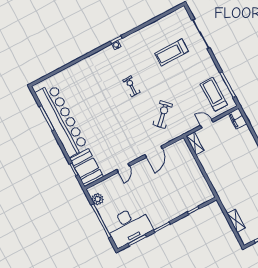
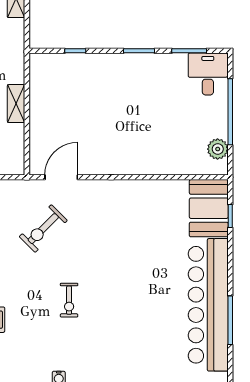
shelving: (195, 143) -> (16, 104), moved
door: (154, 152) -> (61, 177), moved
door: (123, 168) -> (151, 177), removed
desk: (129, 226) -> (208, 74), width x0.53, depth x0.77

